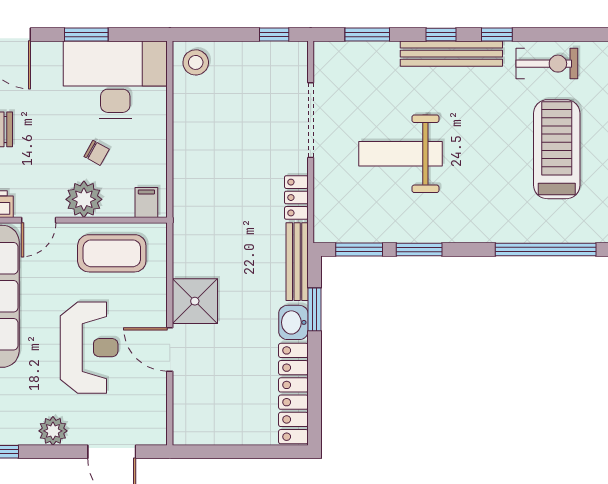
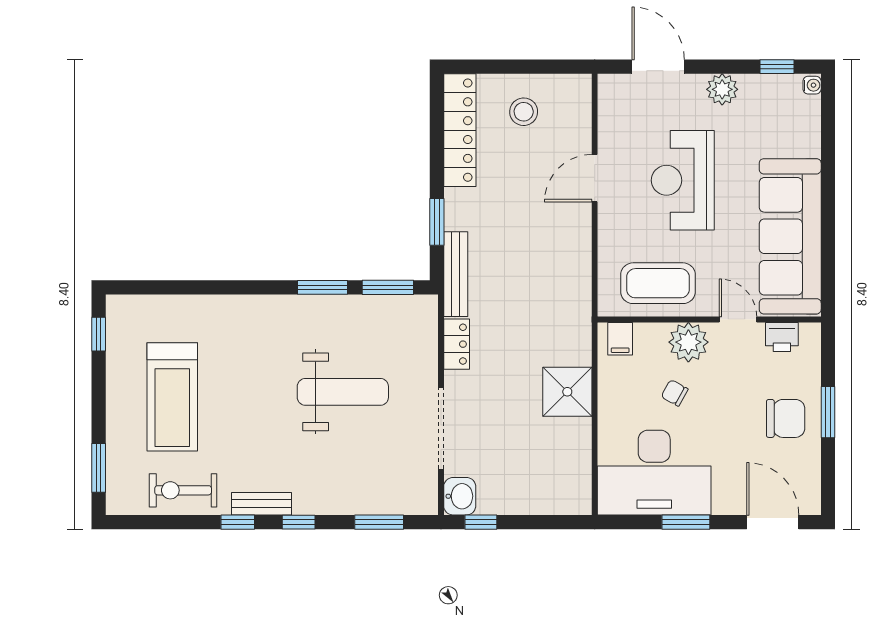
bench: (451, 54) -> (262, 504), width x0.54, depth x0.82
stool: (196, 62) -> (524, 112), moved
door: (39, 220) -> (738, 319), hinge flipped
window: (546, 250) -> (184, 287), removed
shower: (195, 301) -> (567, 392), moved
washbasin: (293, 322) -> (460, 496), moved
door: (170, 350) -> (595, 178), swing flipped

